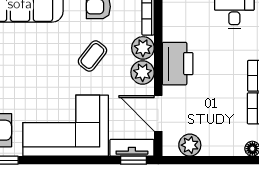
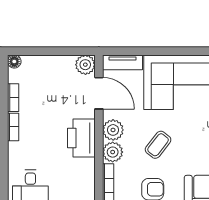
plant: (190, 145) -> (85, 65), moved
window: (134, 160) -> (121, 51), removed

